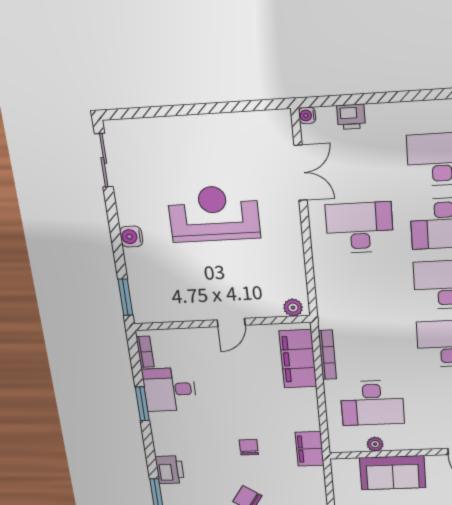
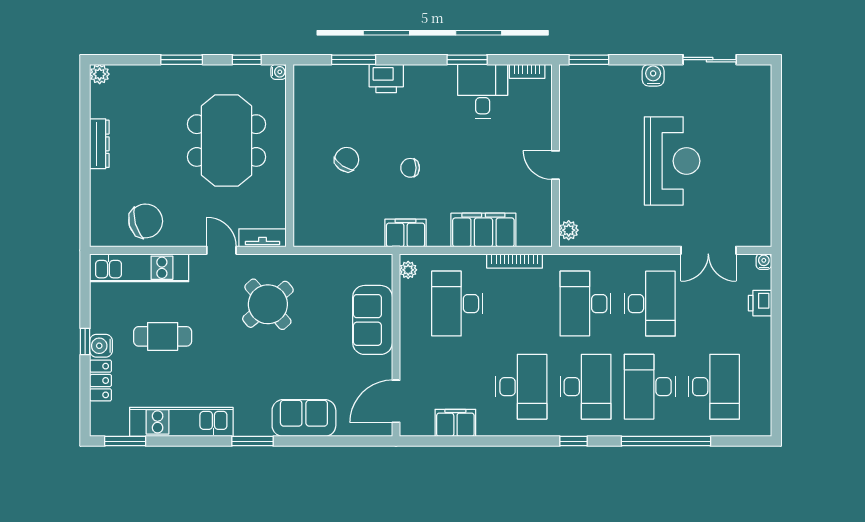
sliding door: (104, 160) -> (710, 60), moved
desk: (364, 289) -> (586, 304), added
filing cabinet: (298, 359) -> (483, 230), moved
plant: (375, 444) -> (408, 270), moved
chair: (249, 447) -> (410, 168), turned 180

